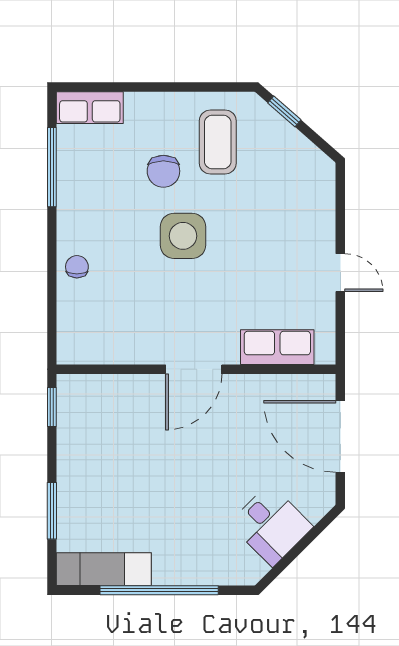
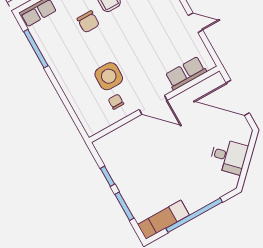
side table: (183, 236) -> (109, 76), moved
chair: (77, 267) -> (116, 102), moved
door: (194, 369) -> (153, 105), hinge flipped
window: (52, 407) -> (108, 176), moved

